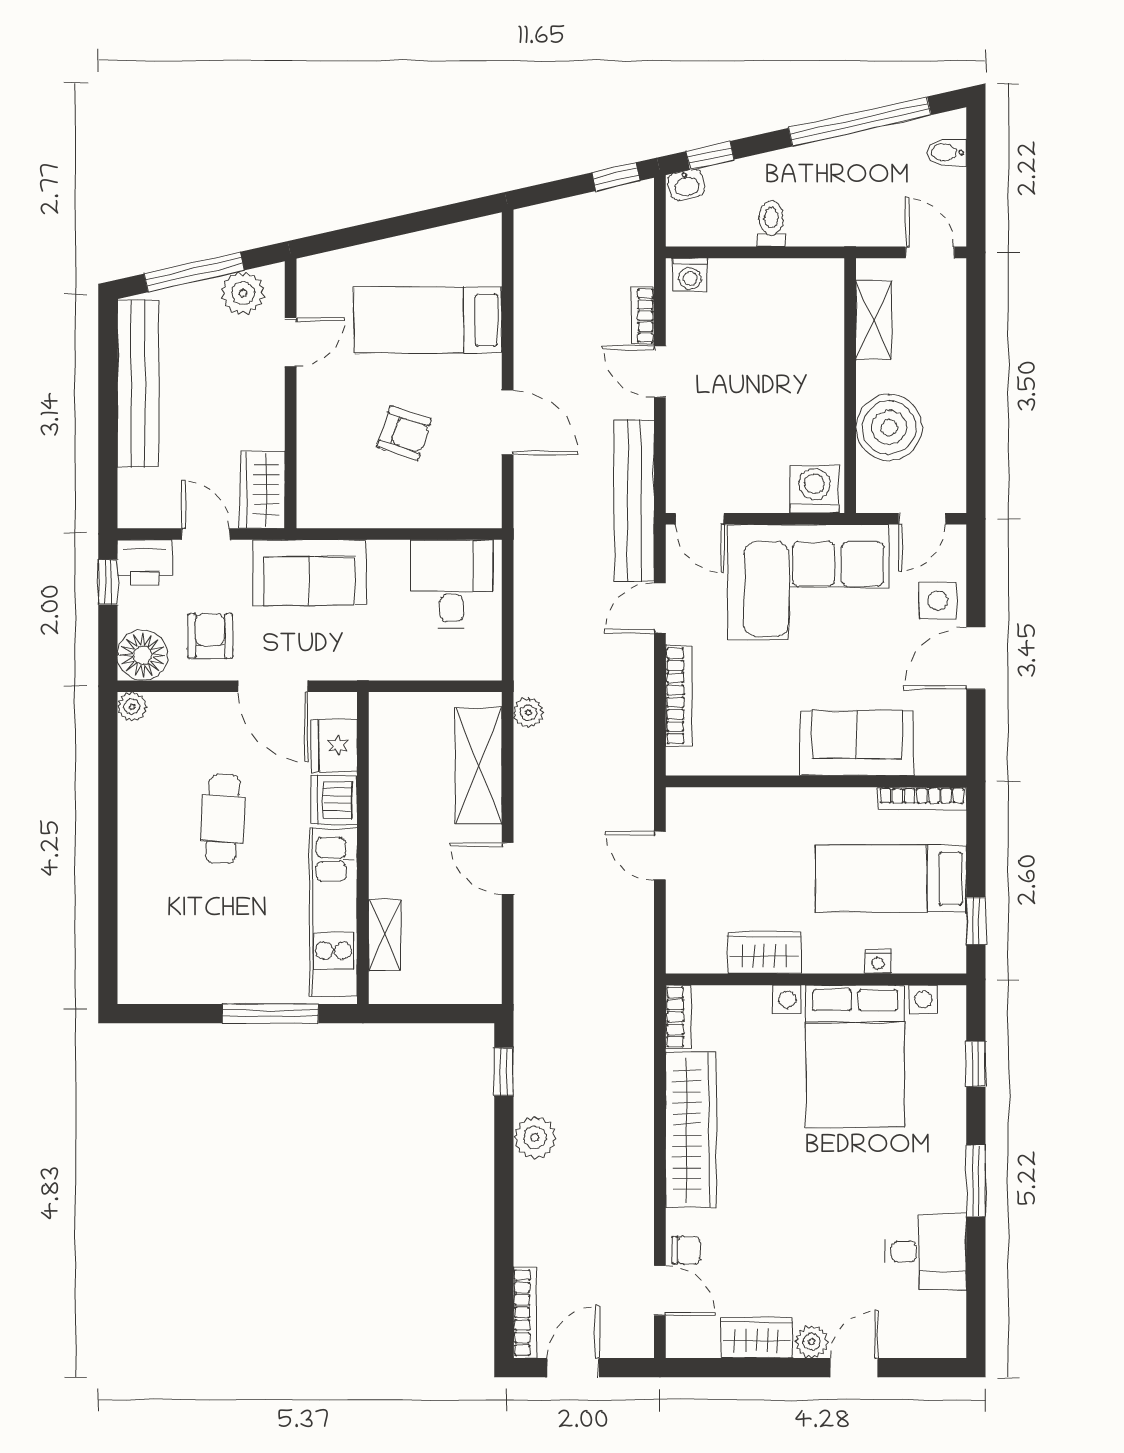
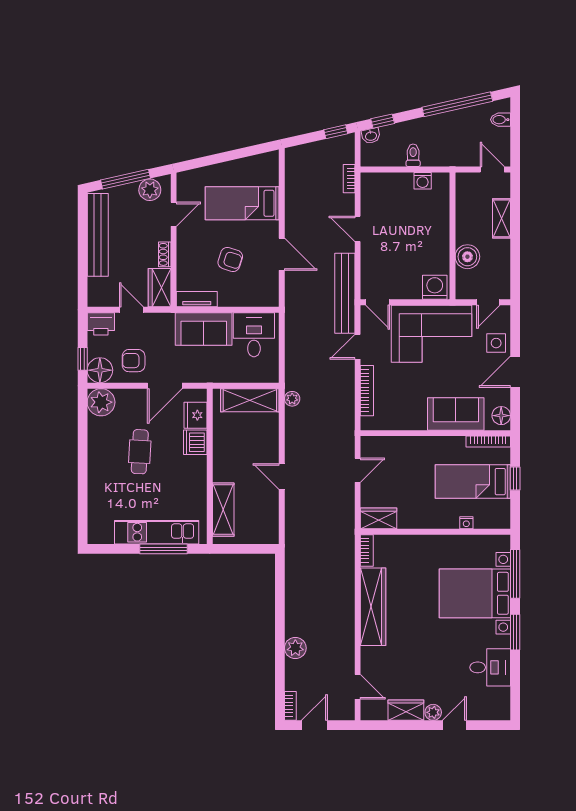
washing machine: (690, 275) -> (423, 181), moved
bookcase: (643, 316) -> (349, 179), moved
shelving: (874, 320) -> (501, 218), moved
shoe rack: (273, 423) -> (165, 254), added
boiler: (889, 427) -> (467, 257), width x0.73, depth x0.73
tv unit: (337, 513) -> (197, 299), added
sofa: (309, 572) -> (204, 329), moved
window: (108, 582) -> (83, 359), moved
armchair: (210, 636) -> (134, 361), turned -90
door: (273, 686) -> (165, 386), hinge flipped
plant: (132, 707) -> (101, 402), width x1.88, depth x1.88
floor lamp: (948, 746) -> (501, 416), added
shelving: (479, 765) -> (250, 400), moved, turned 90
door: (660, 856) -> (358, 470), swing flipped
kitchen unit: (333, 912) -> (157, 532), moved, turned 90
window: (976, 921) -> (515, 478), moved
shelving: (385, 935) -> (223, 510), width x1.50, depth x1.33
wardrobe: (764, 953) -> (379, 518), moved
bed with nightstands: (855, 1056) -> (475, 593), moved, turned 90
window: (976, 1064) -> (515, 574), width x2.17
window: (504, 1072) -> (280, 578), removed
plant: (535, 1138) -> (295, 648), moved
chair: (686, 1250) -> (371, 667), removed
bookcase: (525, 1313) -> (290, 706), width x0.64

